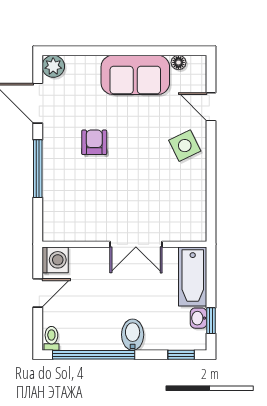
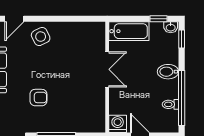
armchair: (94, 142) -> (38, 98), turned 180
washbasin: (198, 318) -> (171, 27), moved
toilet: (51, 338) -> (171, 104), moved

